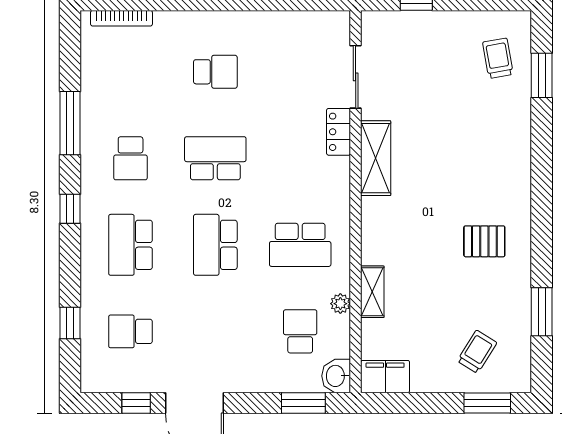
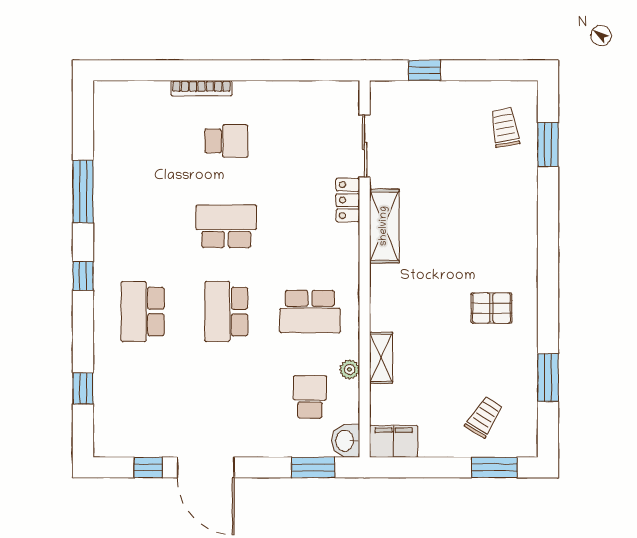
bookcase: (121, 18) -> (201, 88), moved
school desk: (131, 158) -> (143, 226), removed
school desk: (131, 331) -> (143, 397), removed

